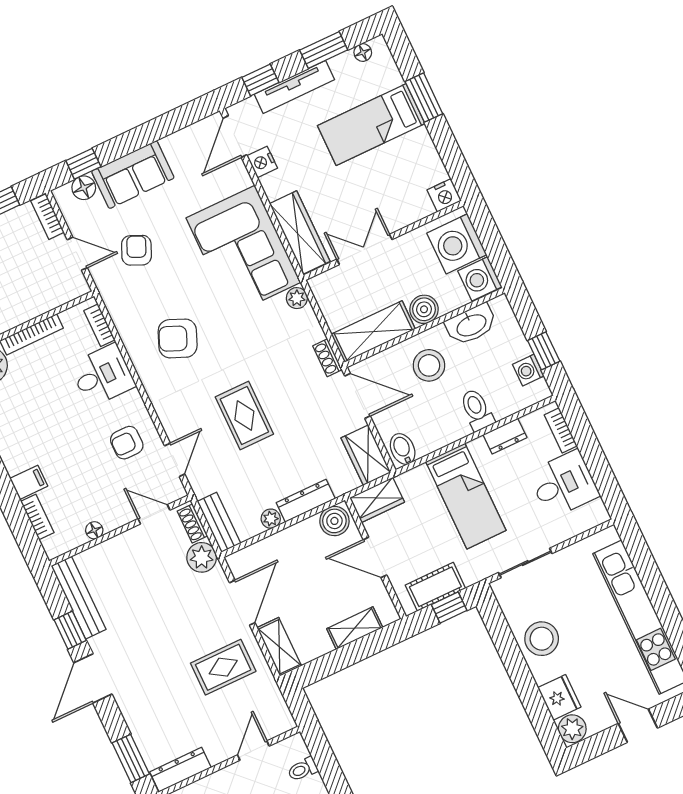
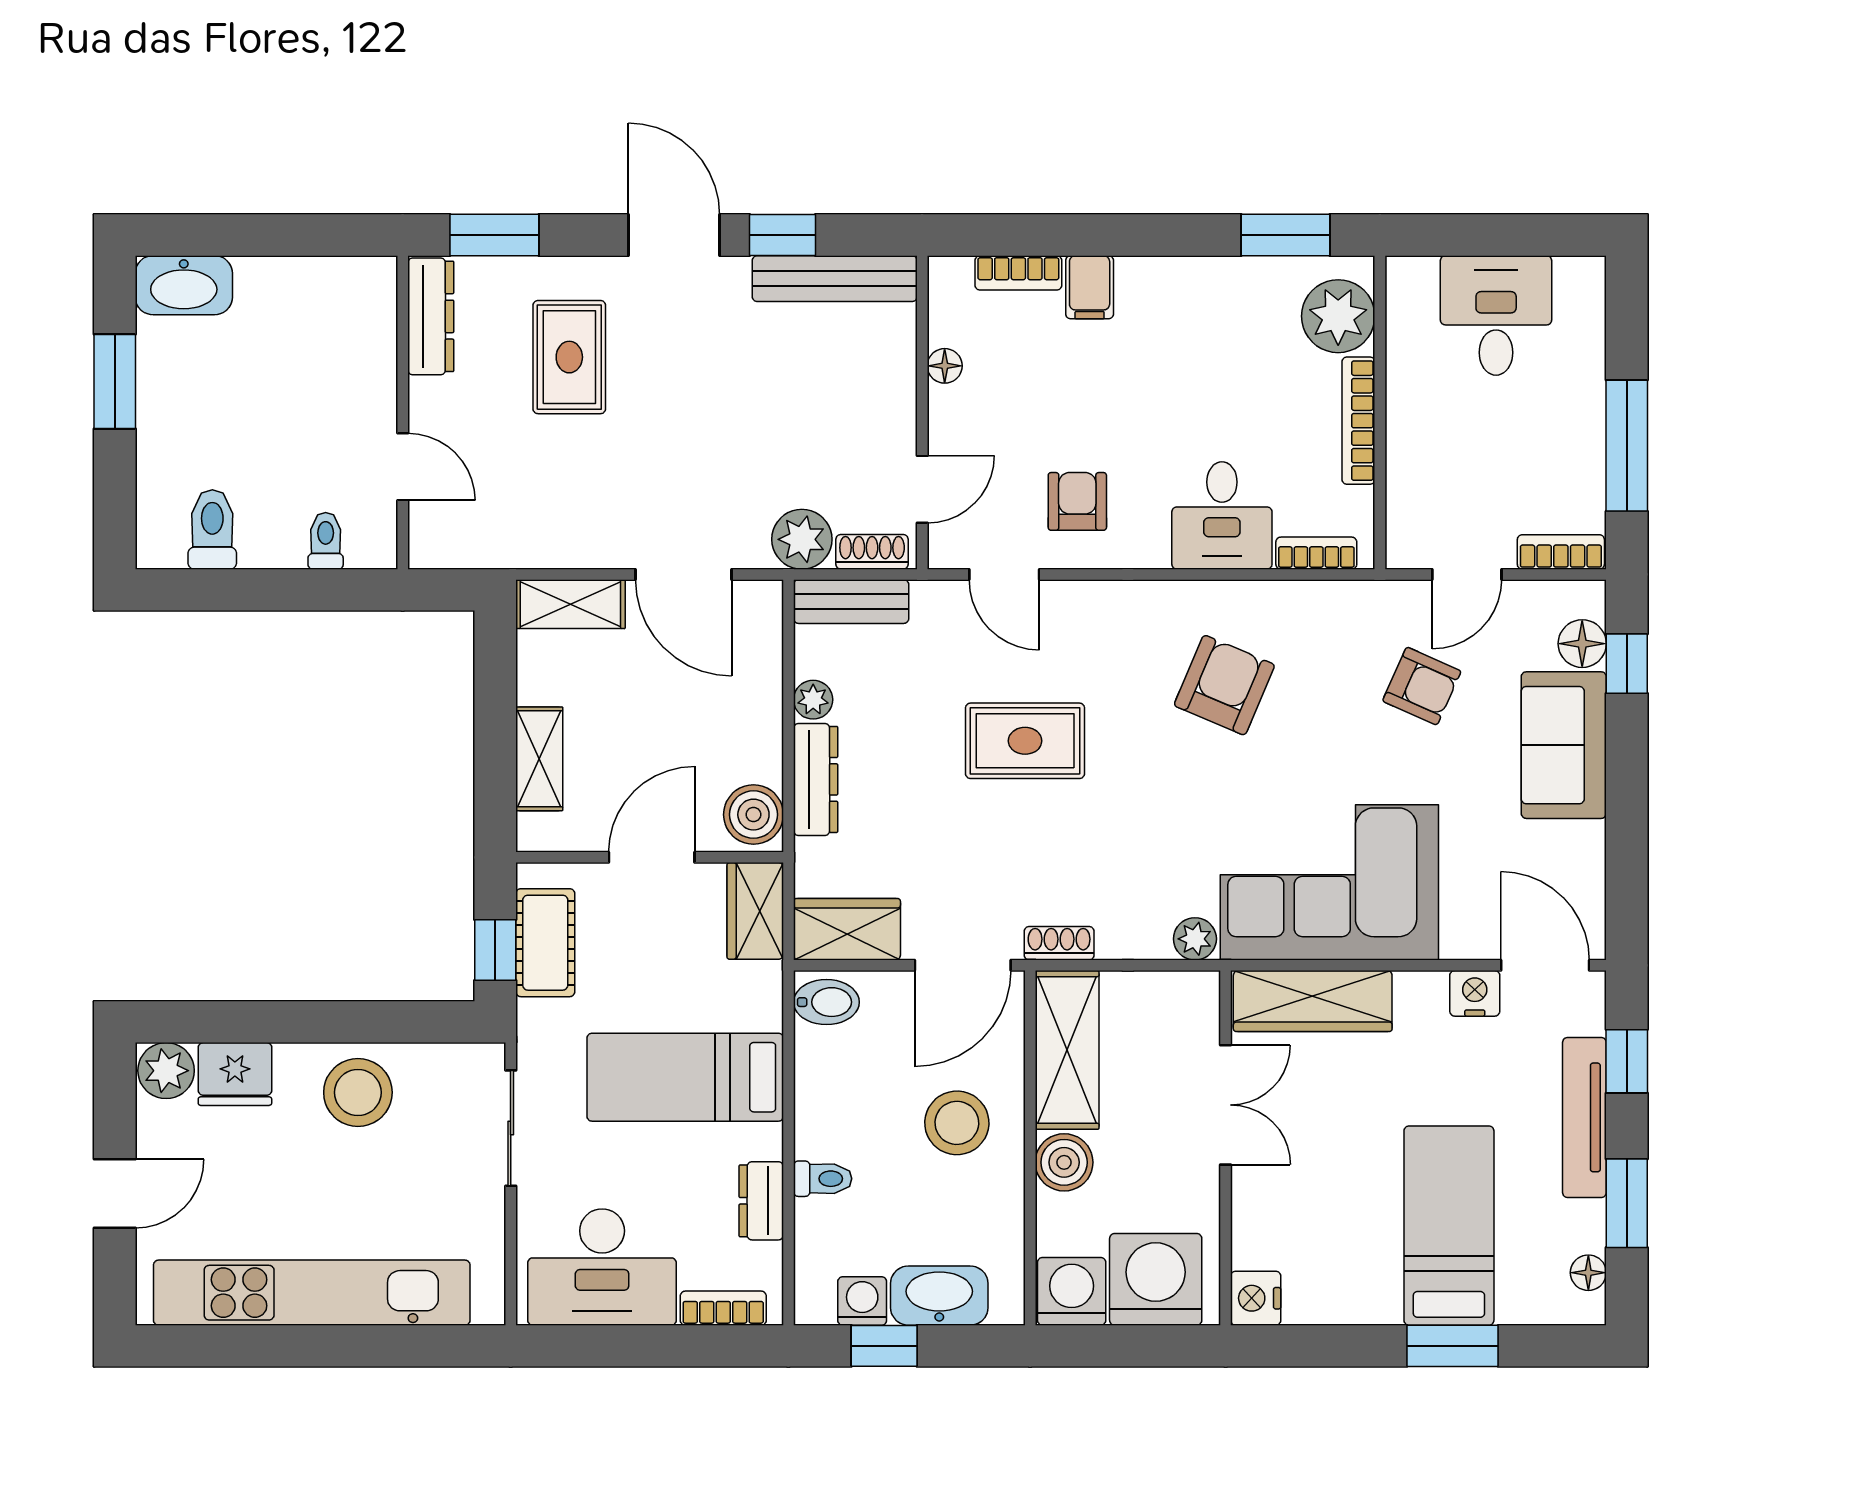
washbasin: (471, 325) -> (939, 1296), moved, turned 90
toilet: (477, 410) -> (823, 1179), width x0.73, depth x0.72
desk: (564, 484) -> (602, 1267), width x1.37
rug: (223, 667) -> (569, 357), moved

